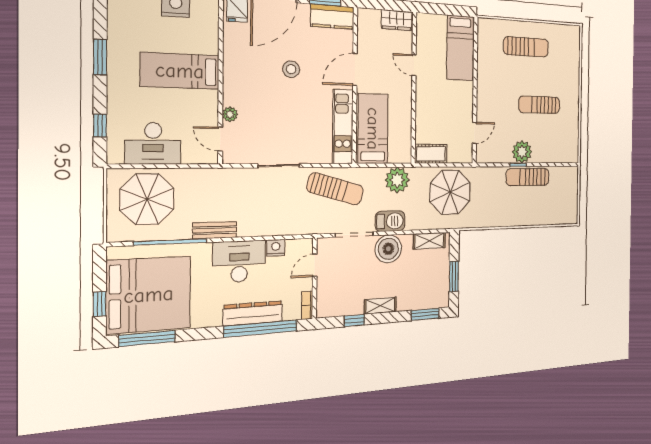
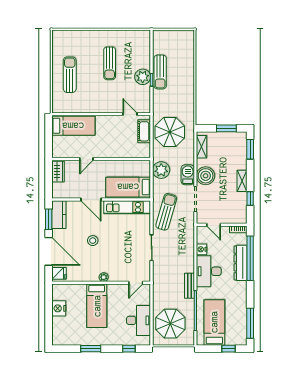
plant: (230, 114) -> (104, 277), moved
cot: (431, 154) -> (144, 131), moved
bed: (149, 295) -> (214, 322), width x0.49

